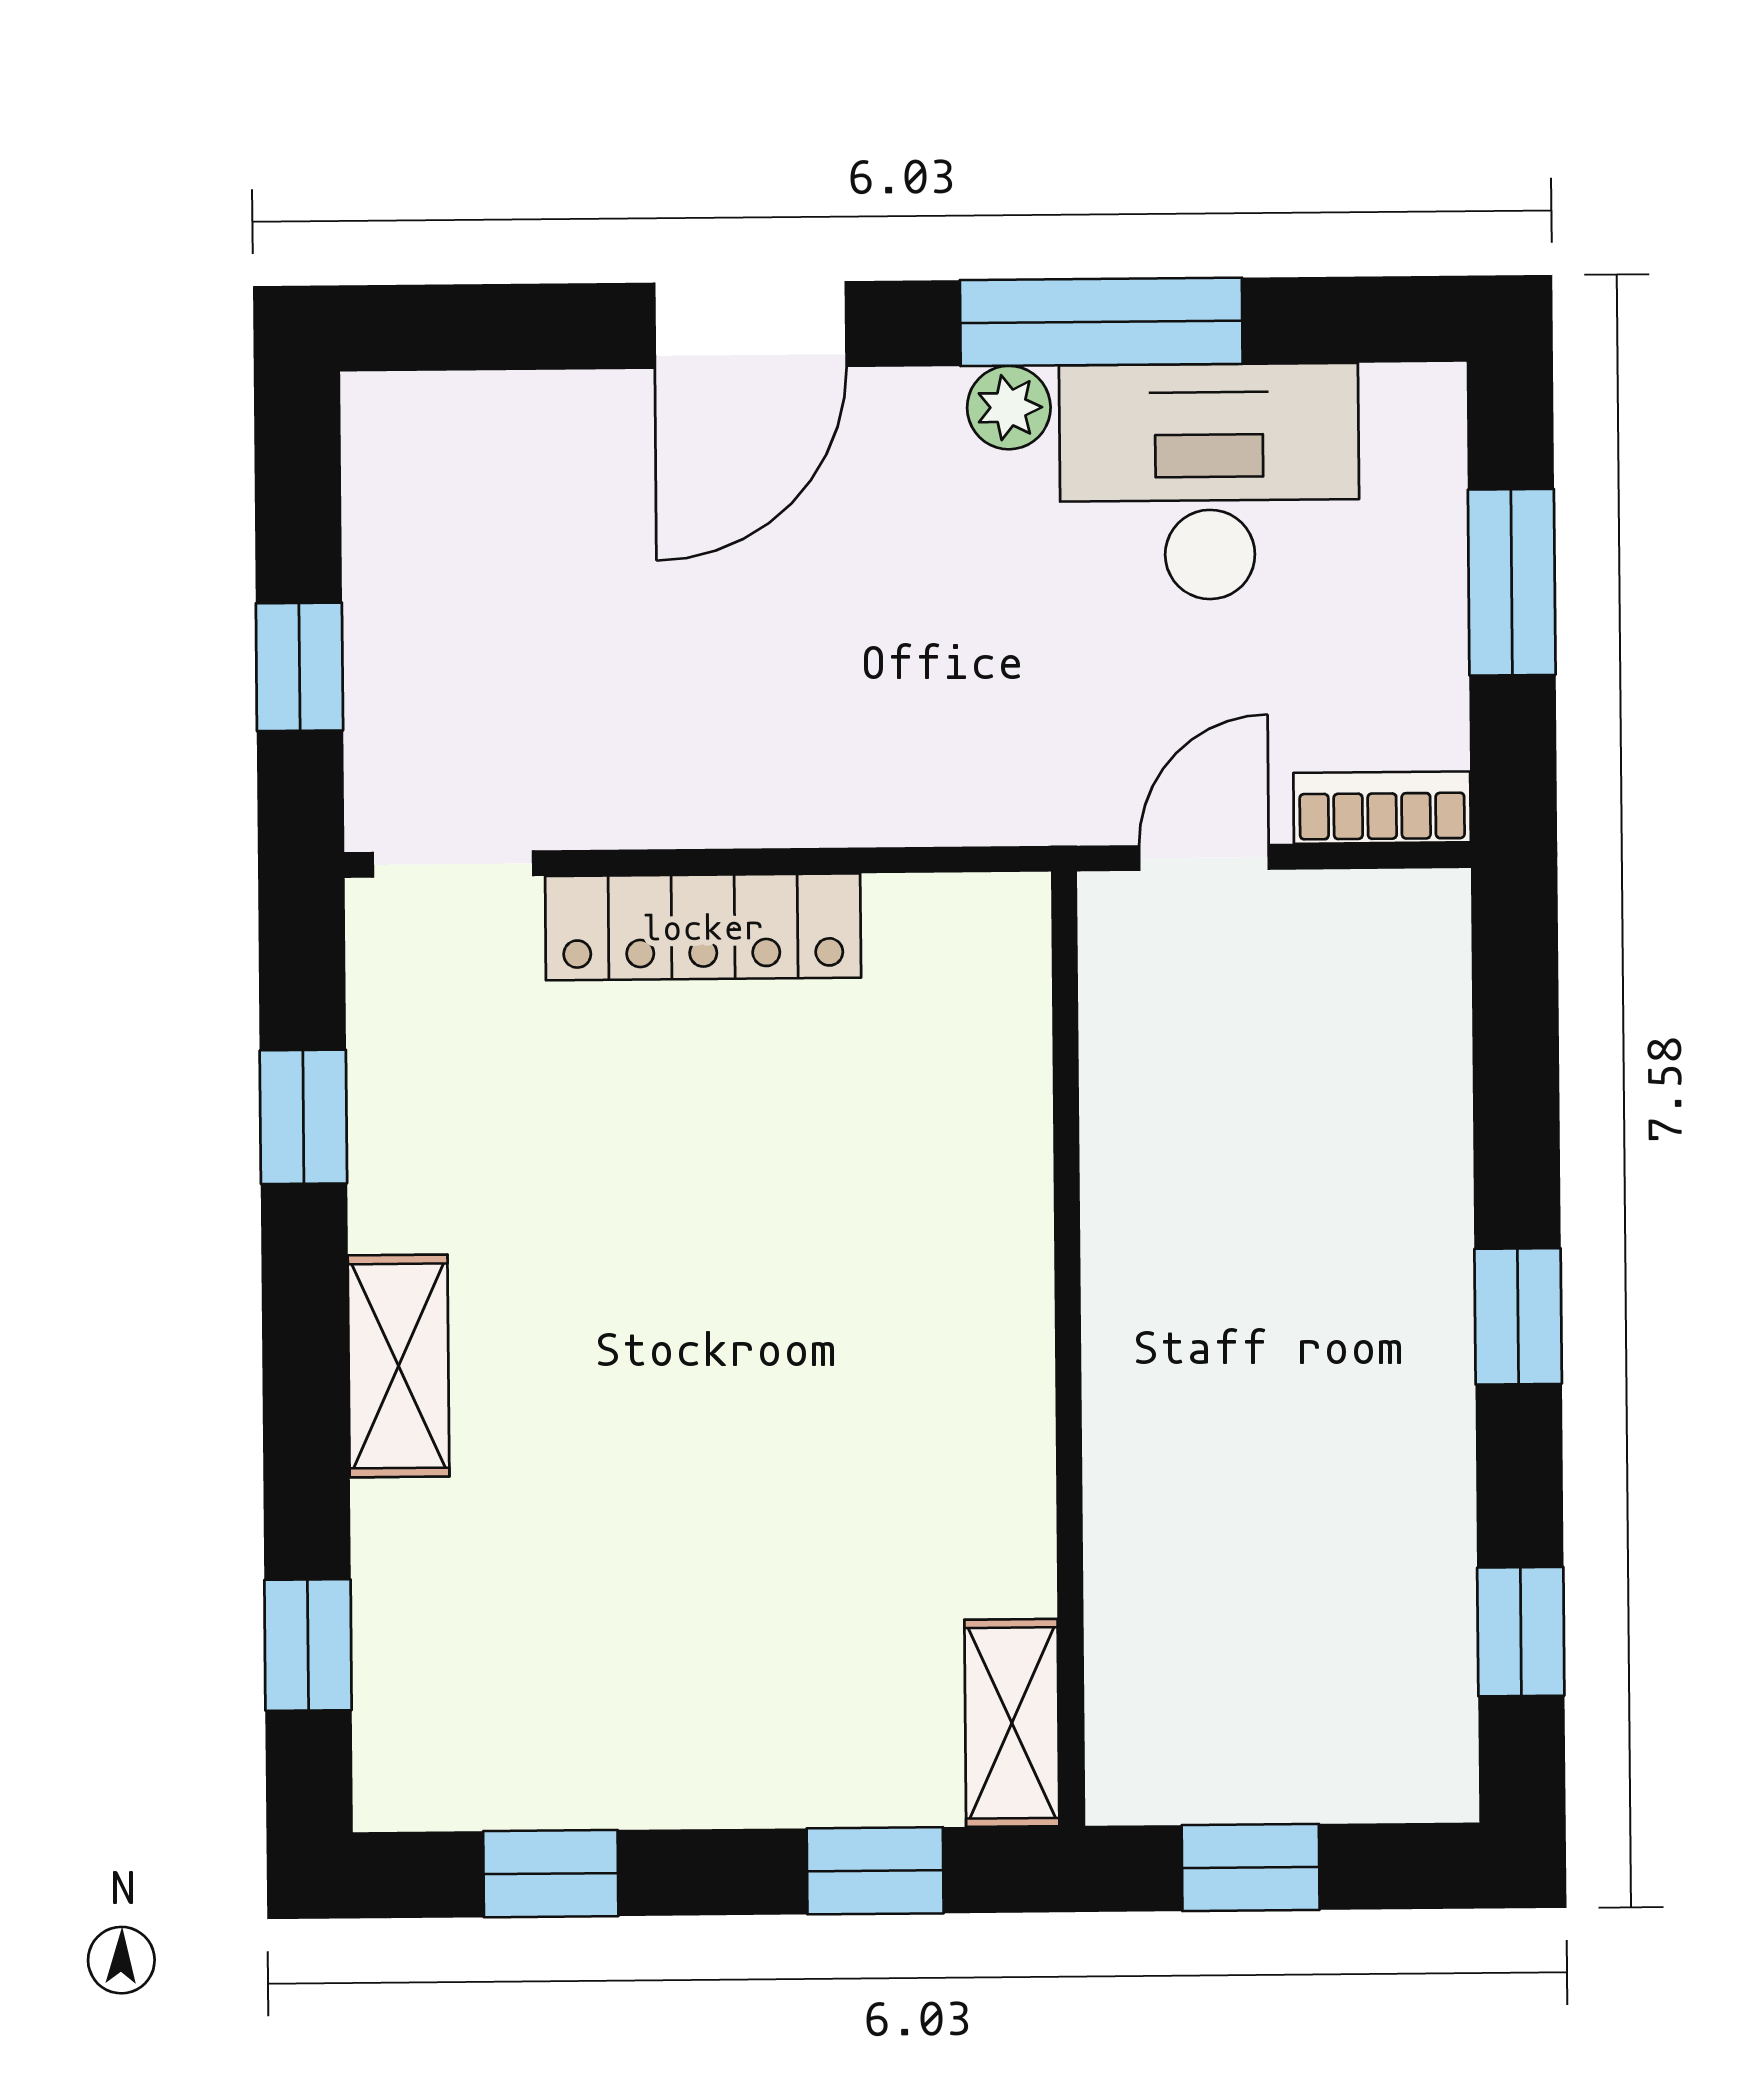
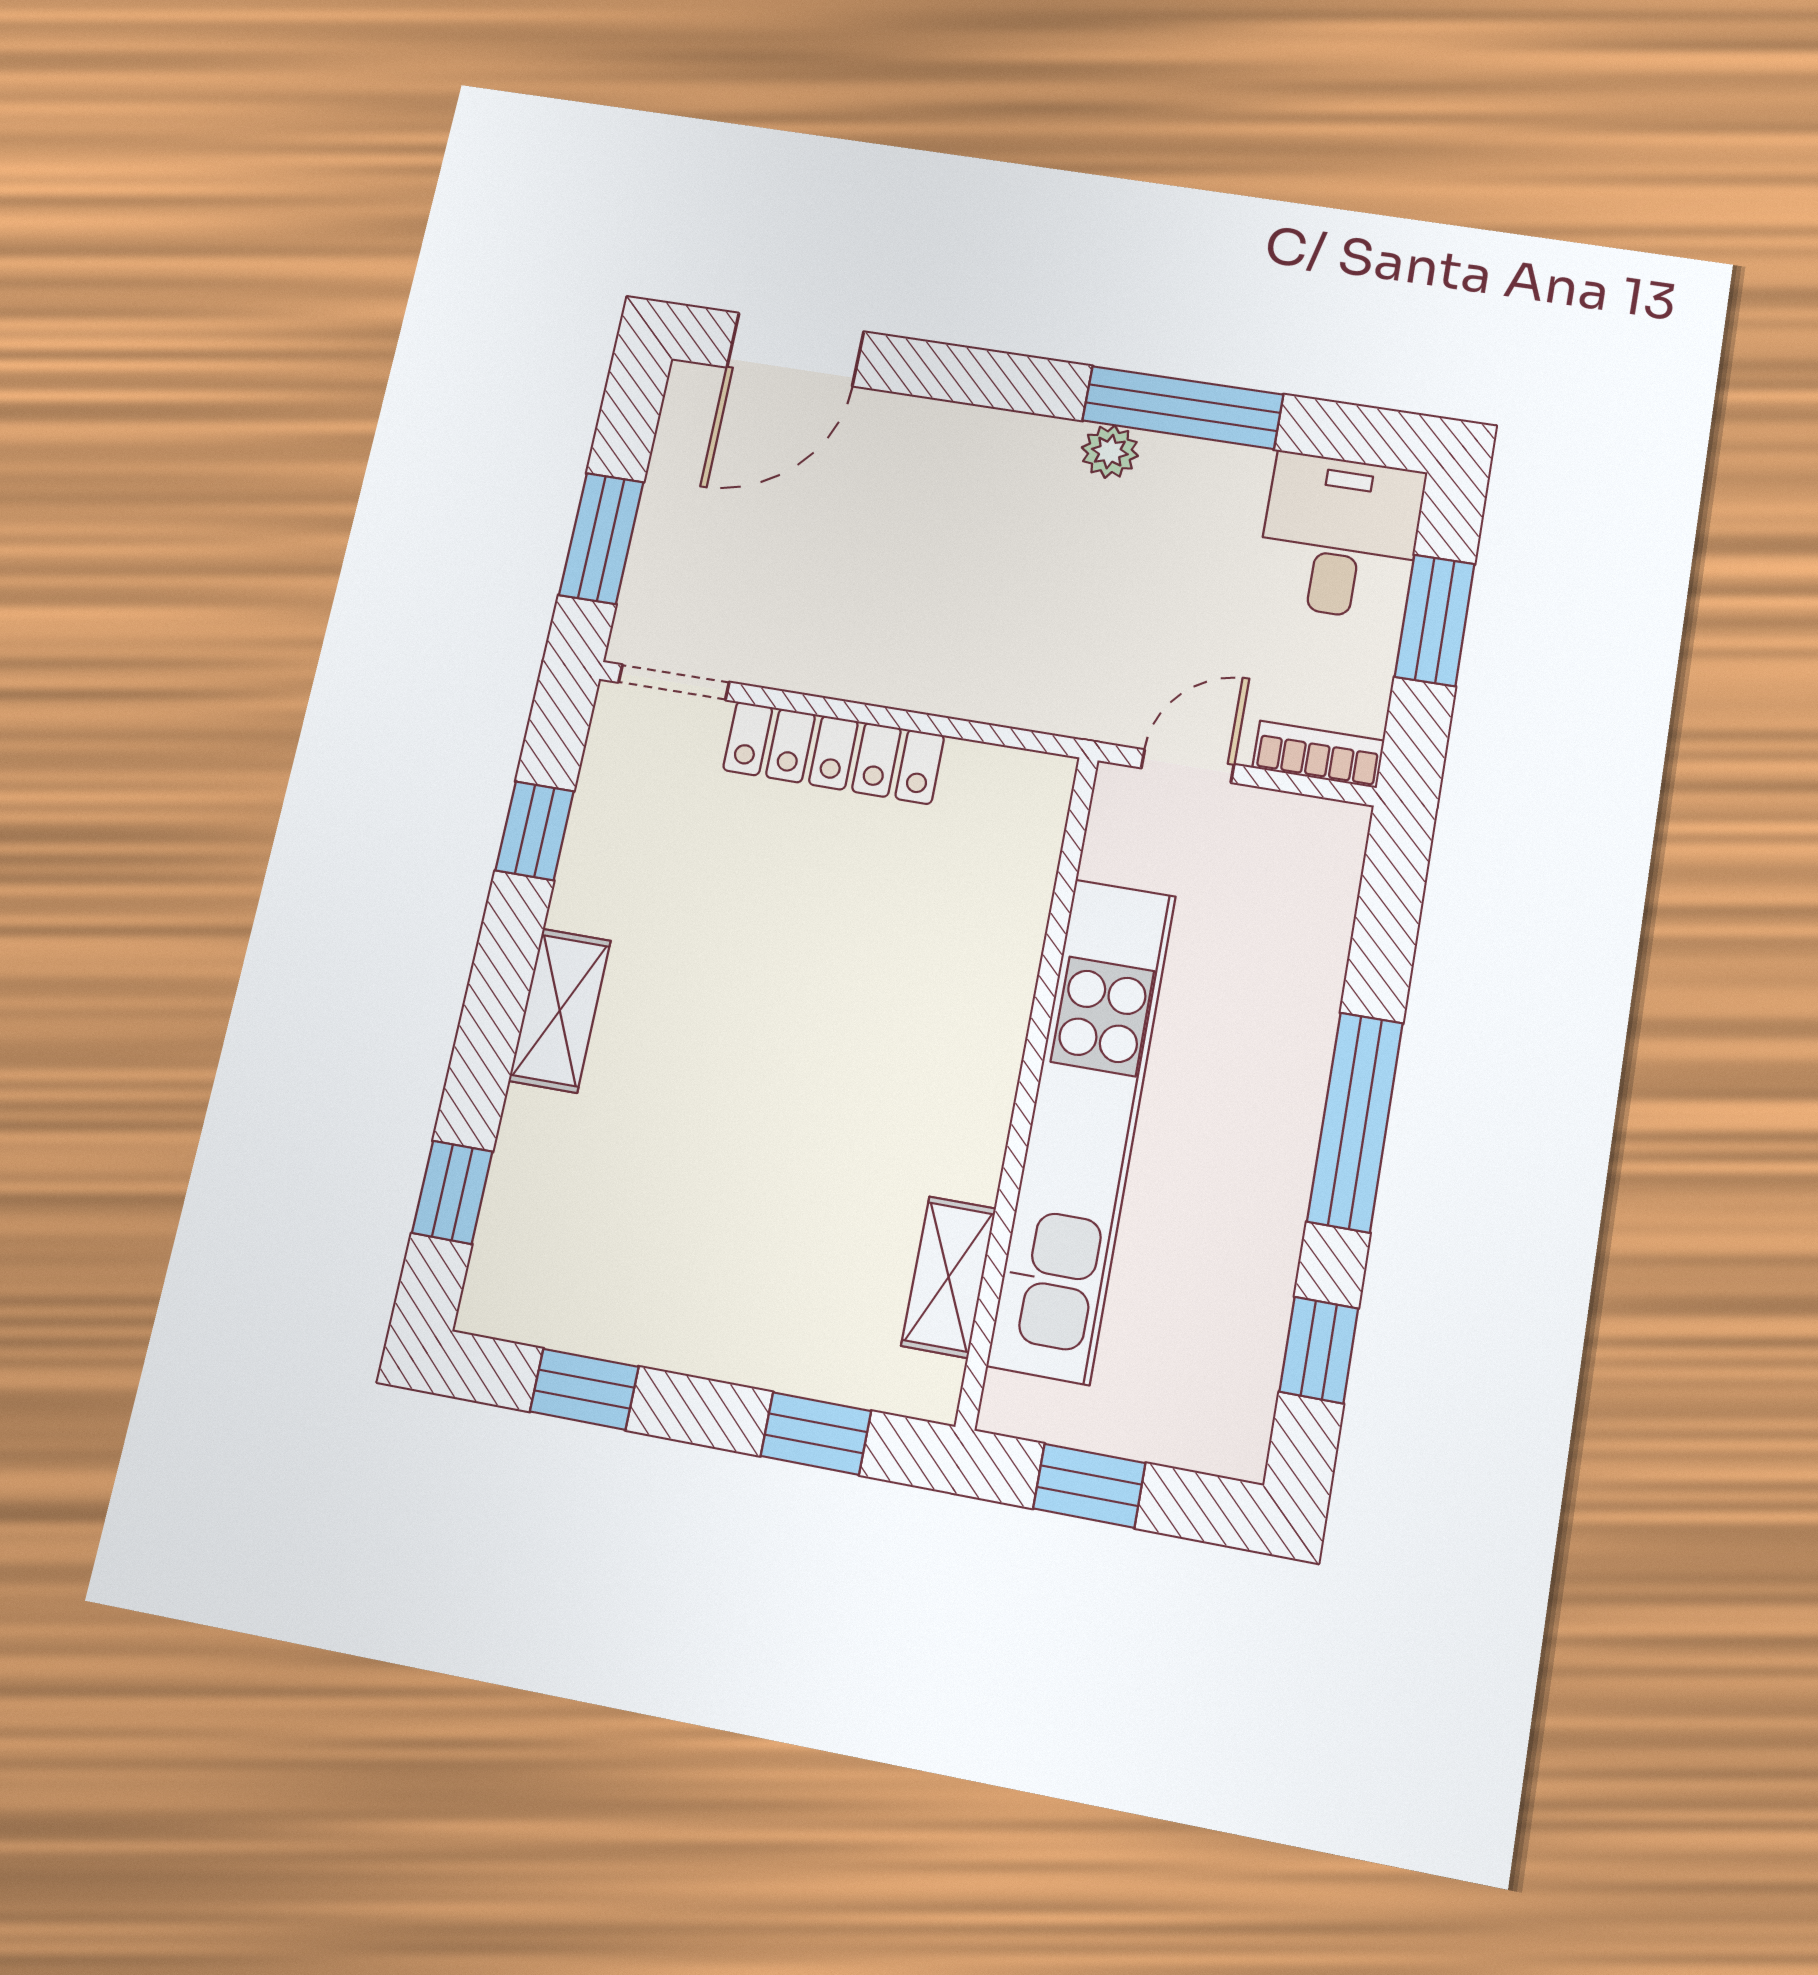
door: (750, 325) -> (795, 350), moved
desk: (1209, 482) -> (1340, 537), moved, width x0.73
window: (299, 667) -> (601, 538), width x1.50
window: (1518, 1316) -> (1355, 1122), width x2.17
kitchen unit: (1153, 1393) -> (1082, 1127), added
shelving: (1012, 1723) -> (949, 1277), moved

